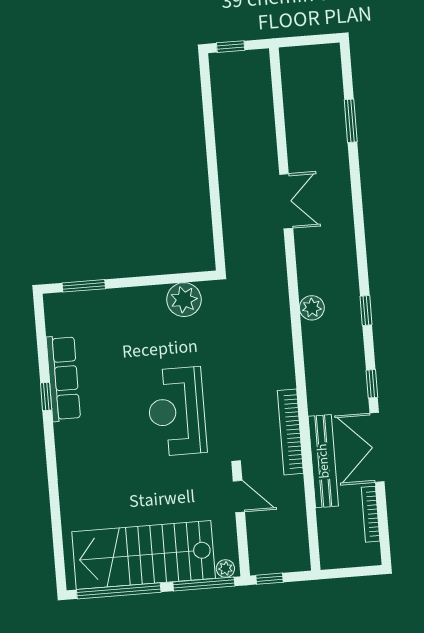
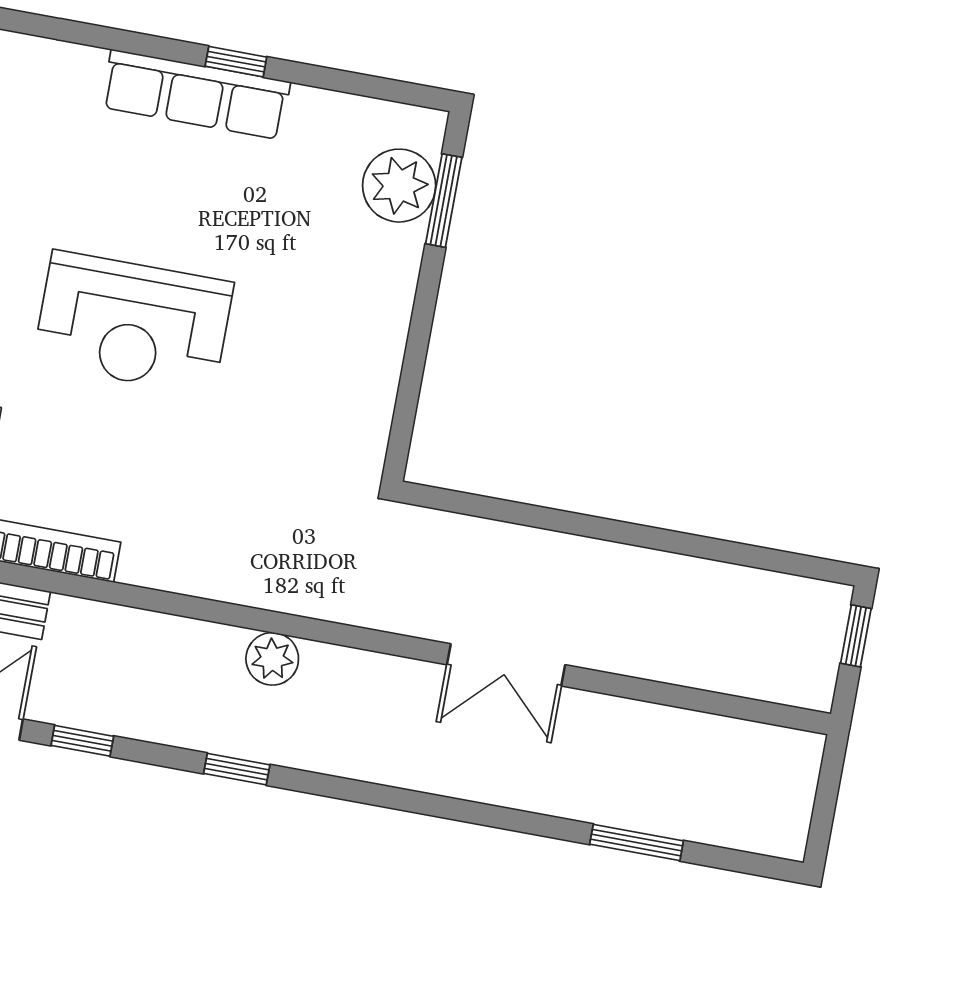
plant: (184, 300) -> (399, 186), moved
row of seats: (63, 378) -> (196, 95), moved
reception desk: (177, 411) -> (133, 323), turned 180

